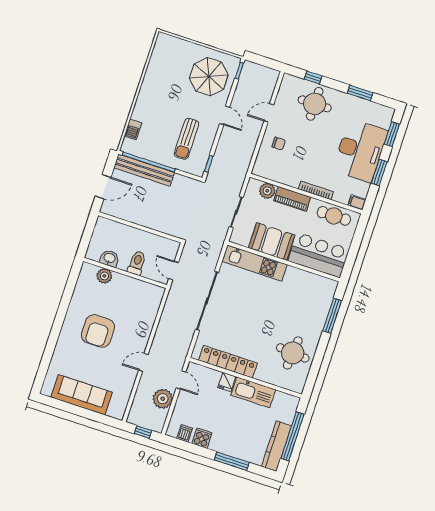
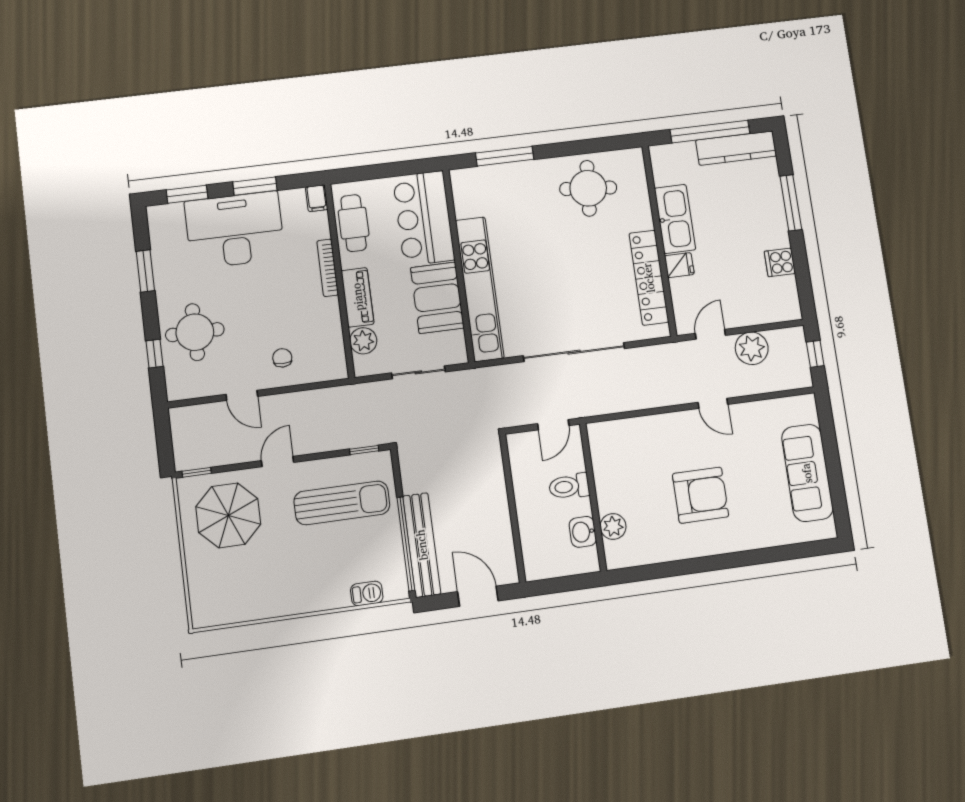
sun lounger: (186, 139) -> (342, 503), width x1.36, depth x1.34
kitchen unit: (255, 263) -> (480, 289), width x1.36
dishwasher: (185, 433) -> (786, 291), removed

